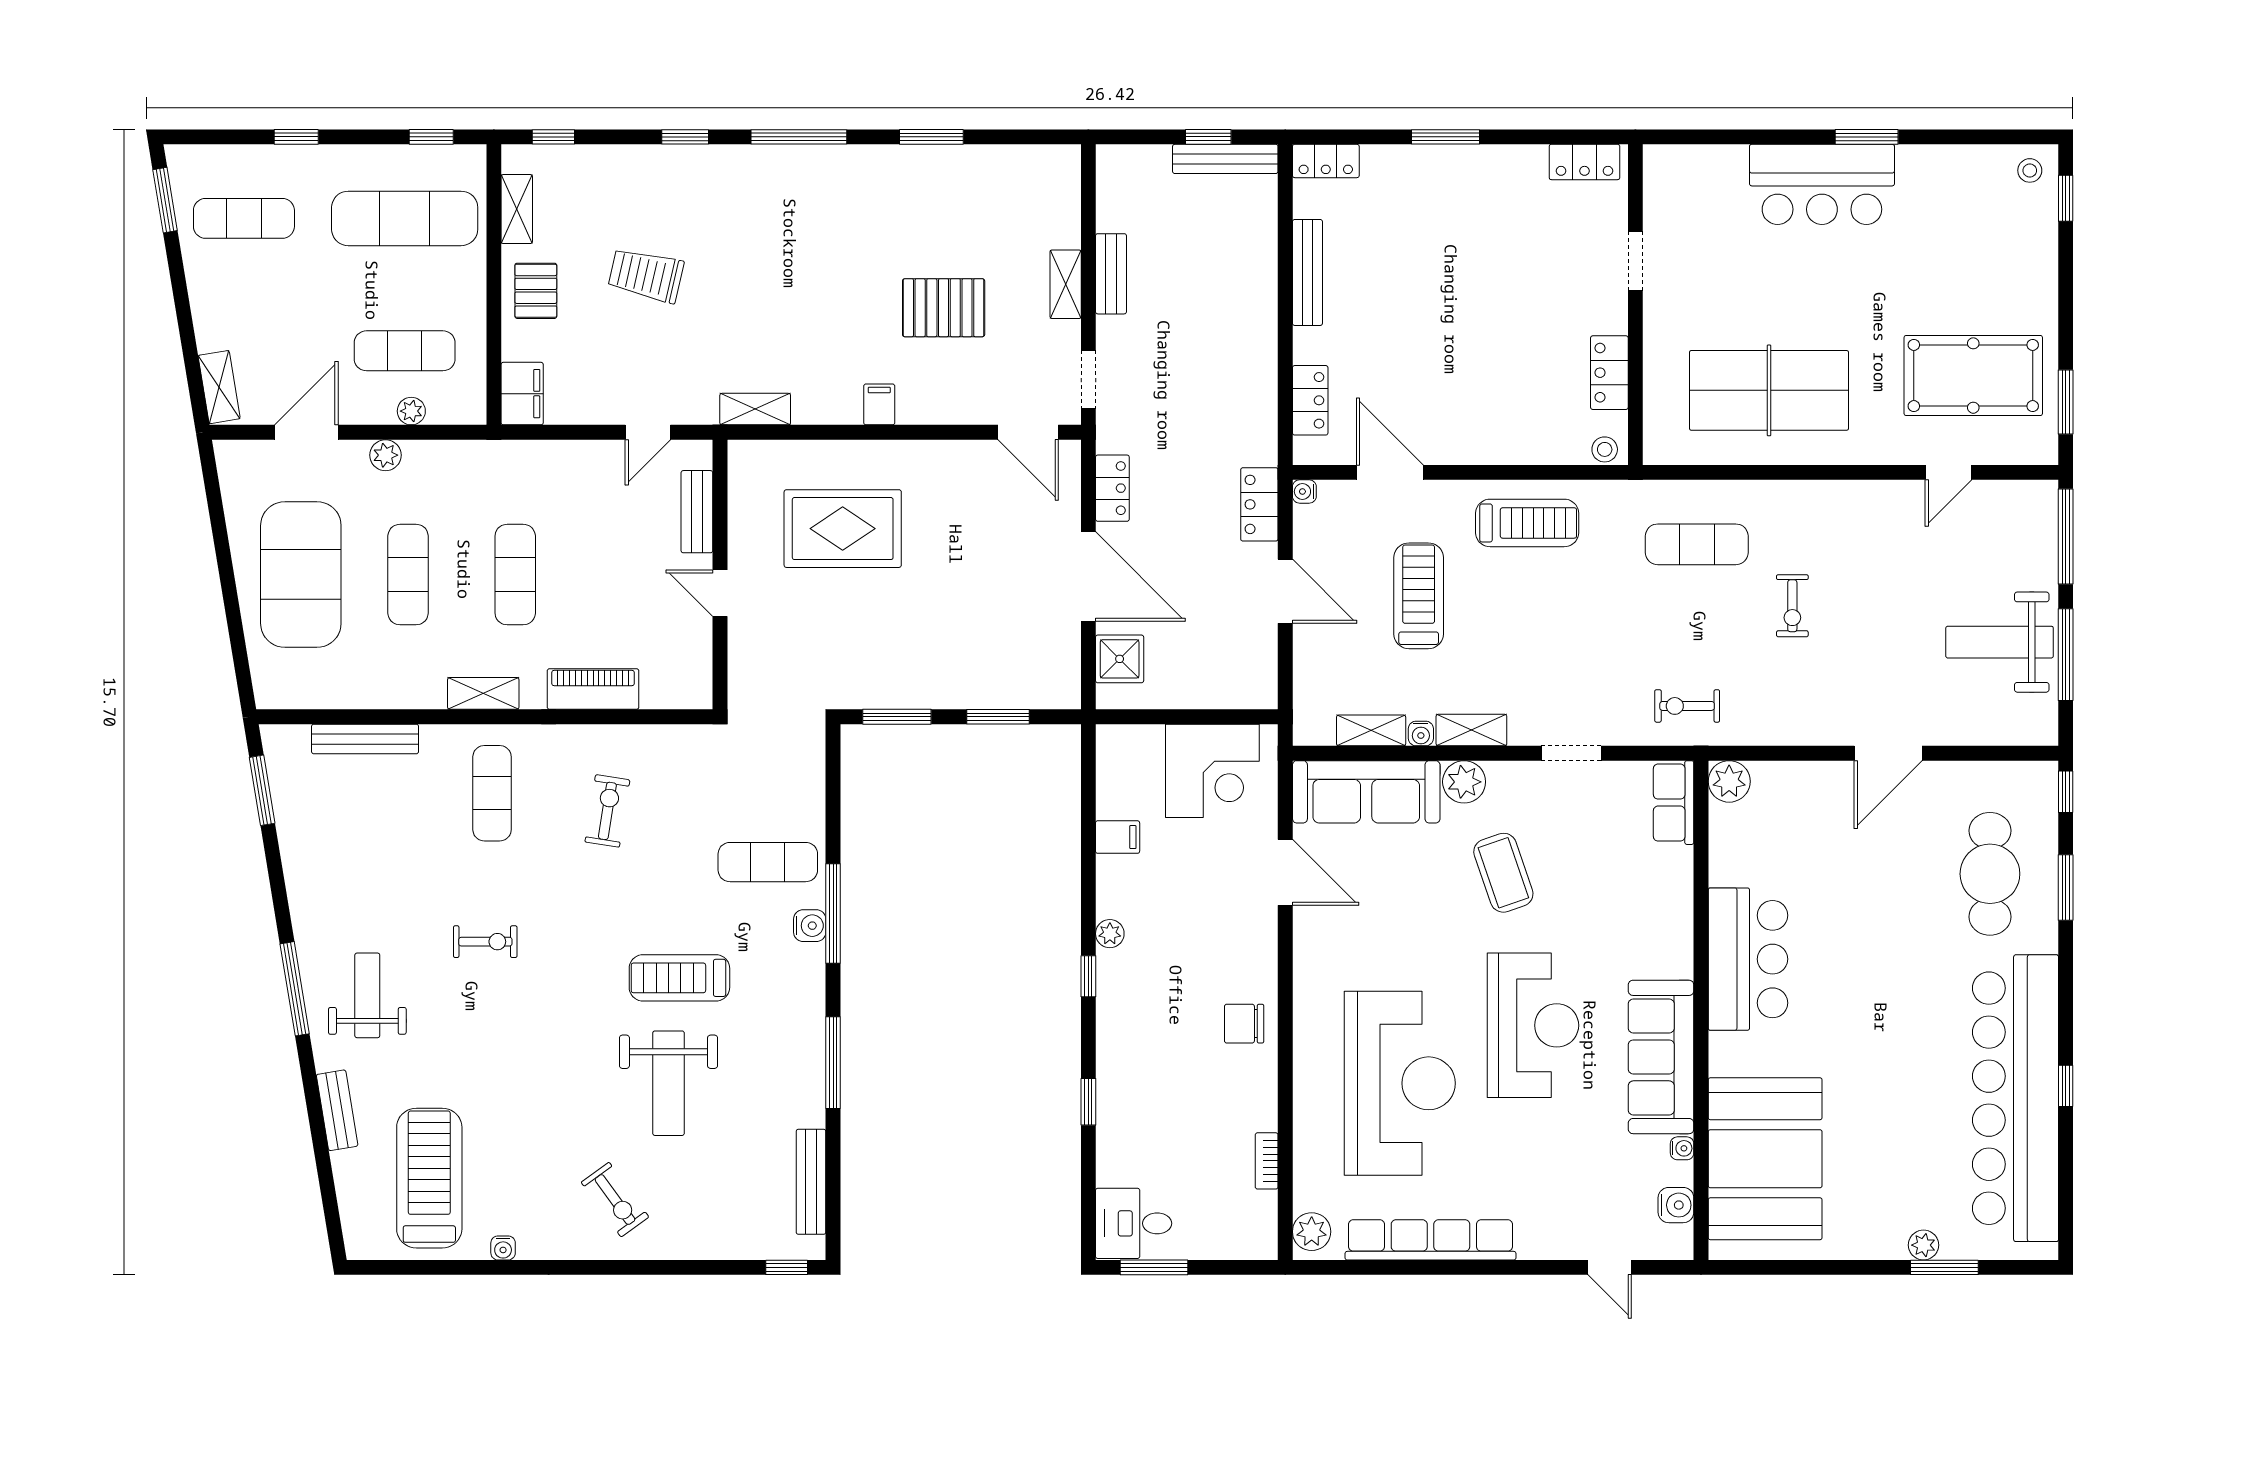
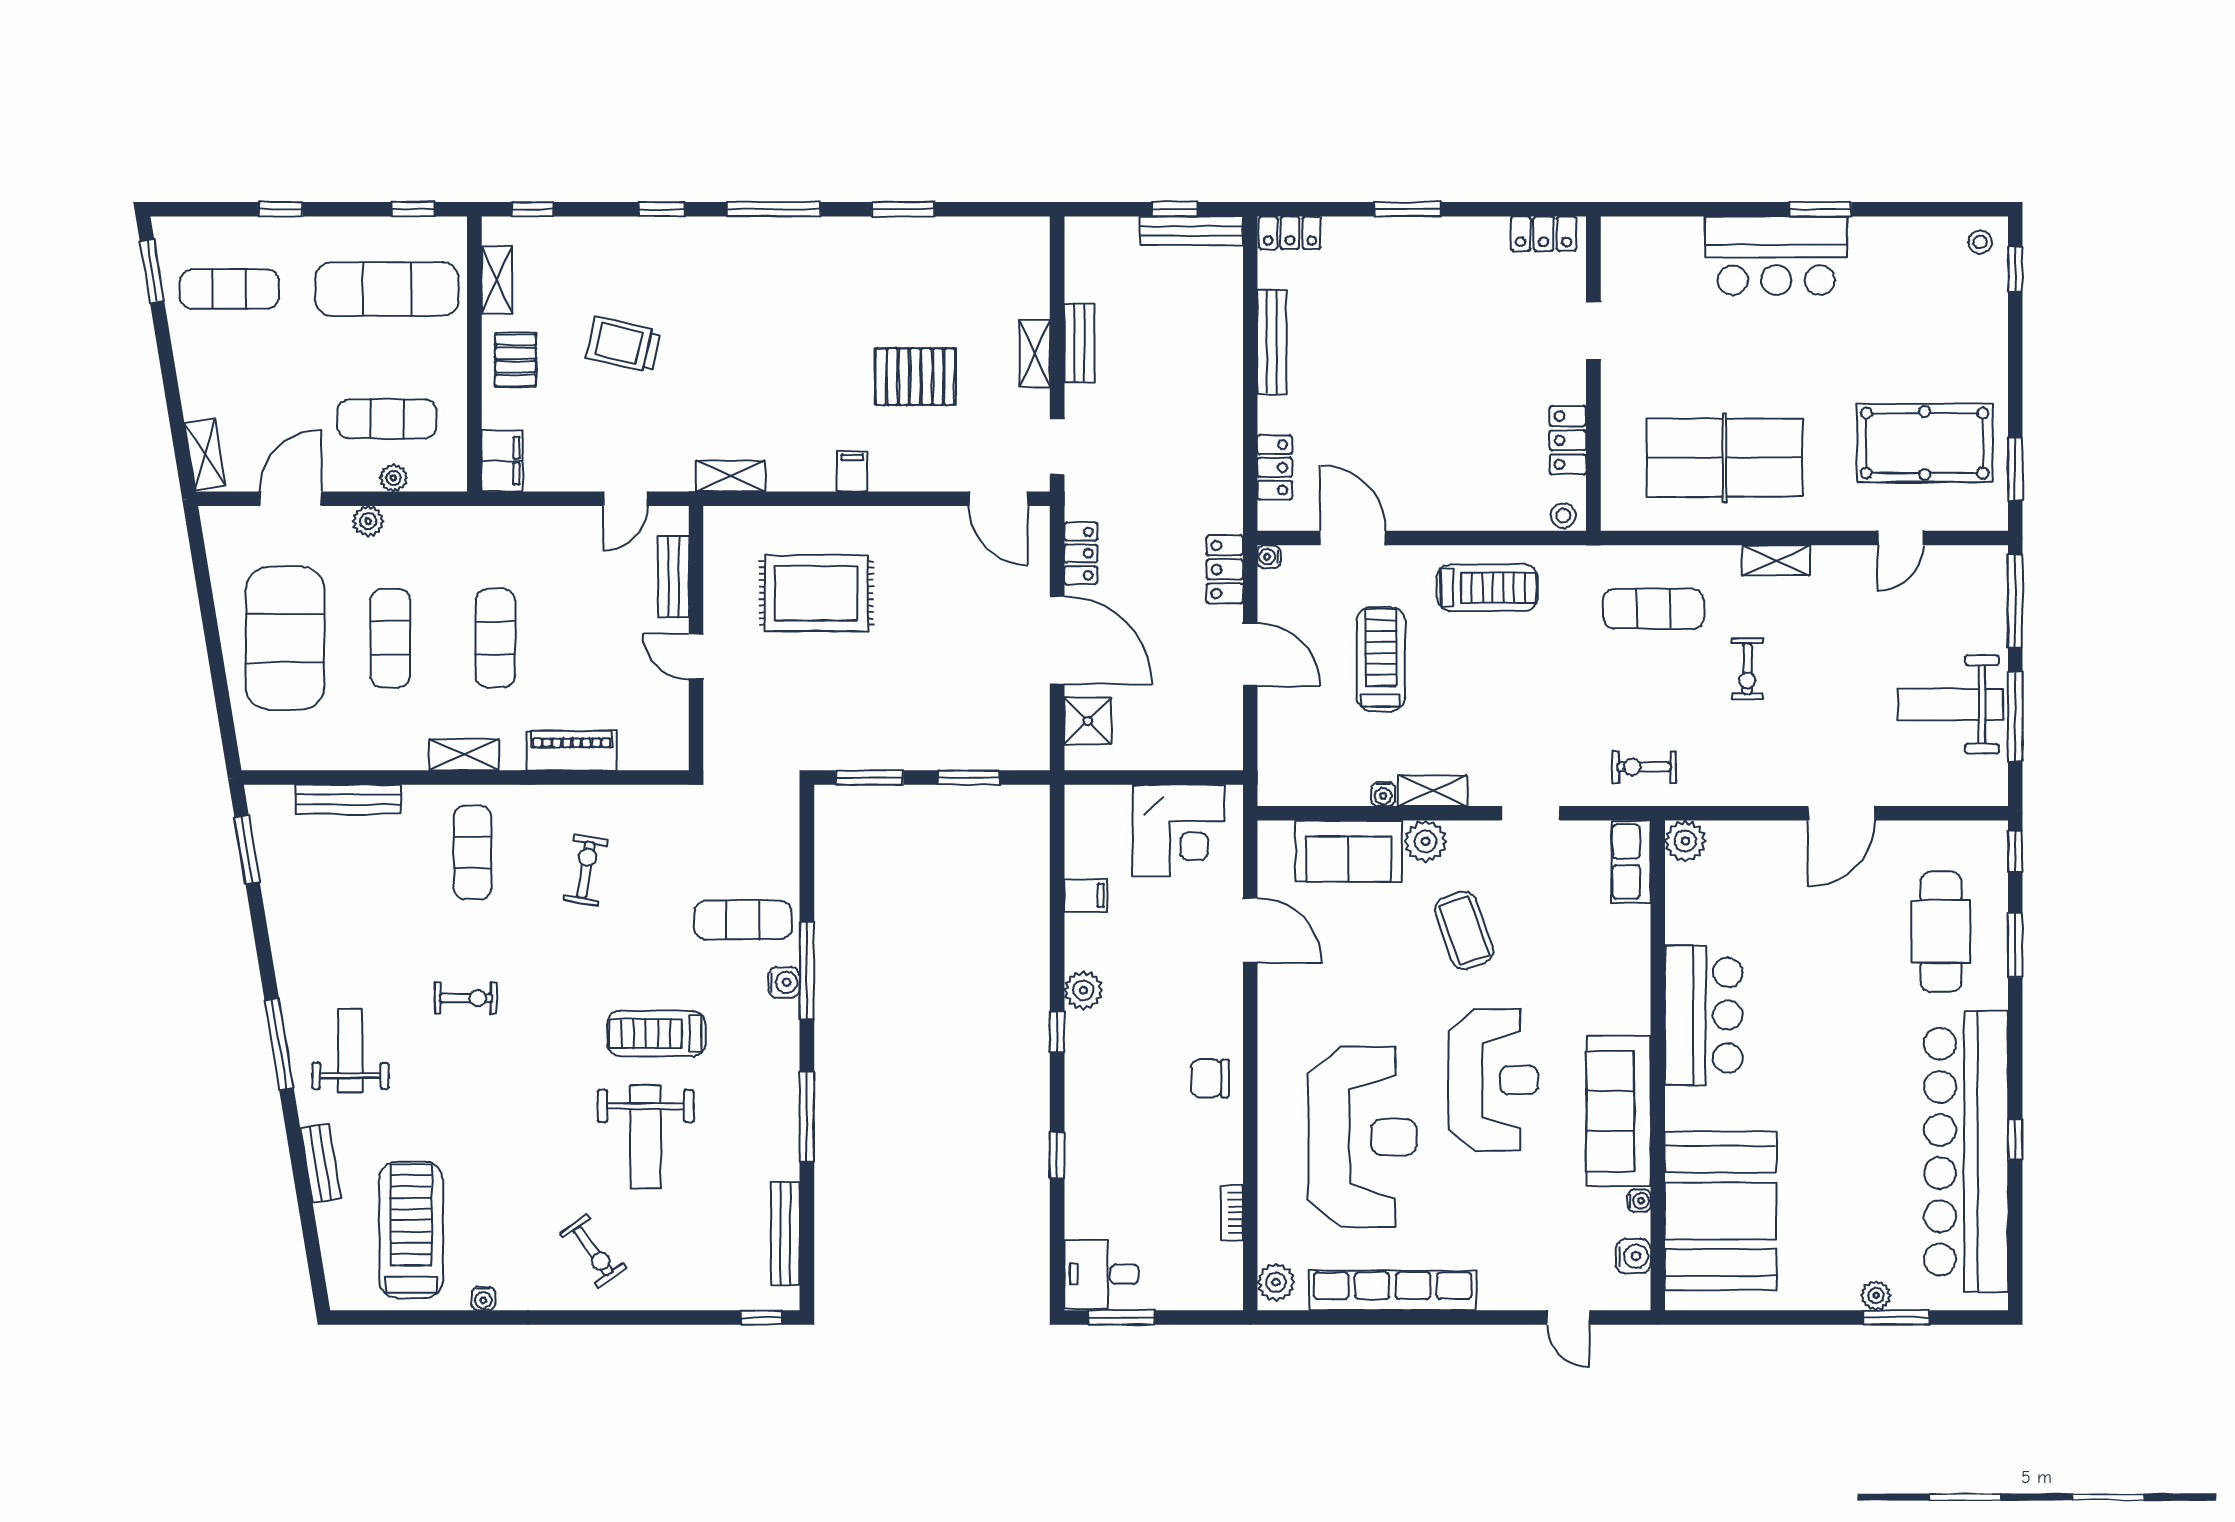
shelving: (1371, 730) -> (1776, 560), moved
sofa: (1366, 792) -> (1349, 851), width x0.73
plant: (1110, 934) -> (1083, 990), width x1.38, depth x1.38

